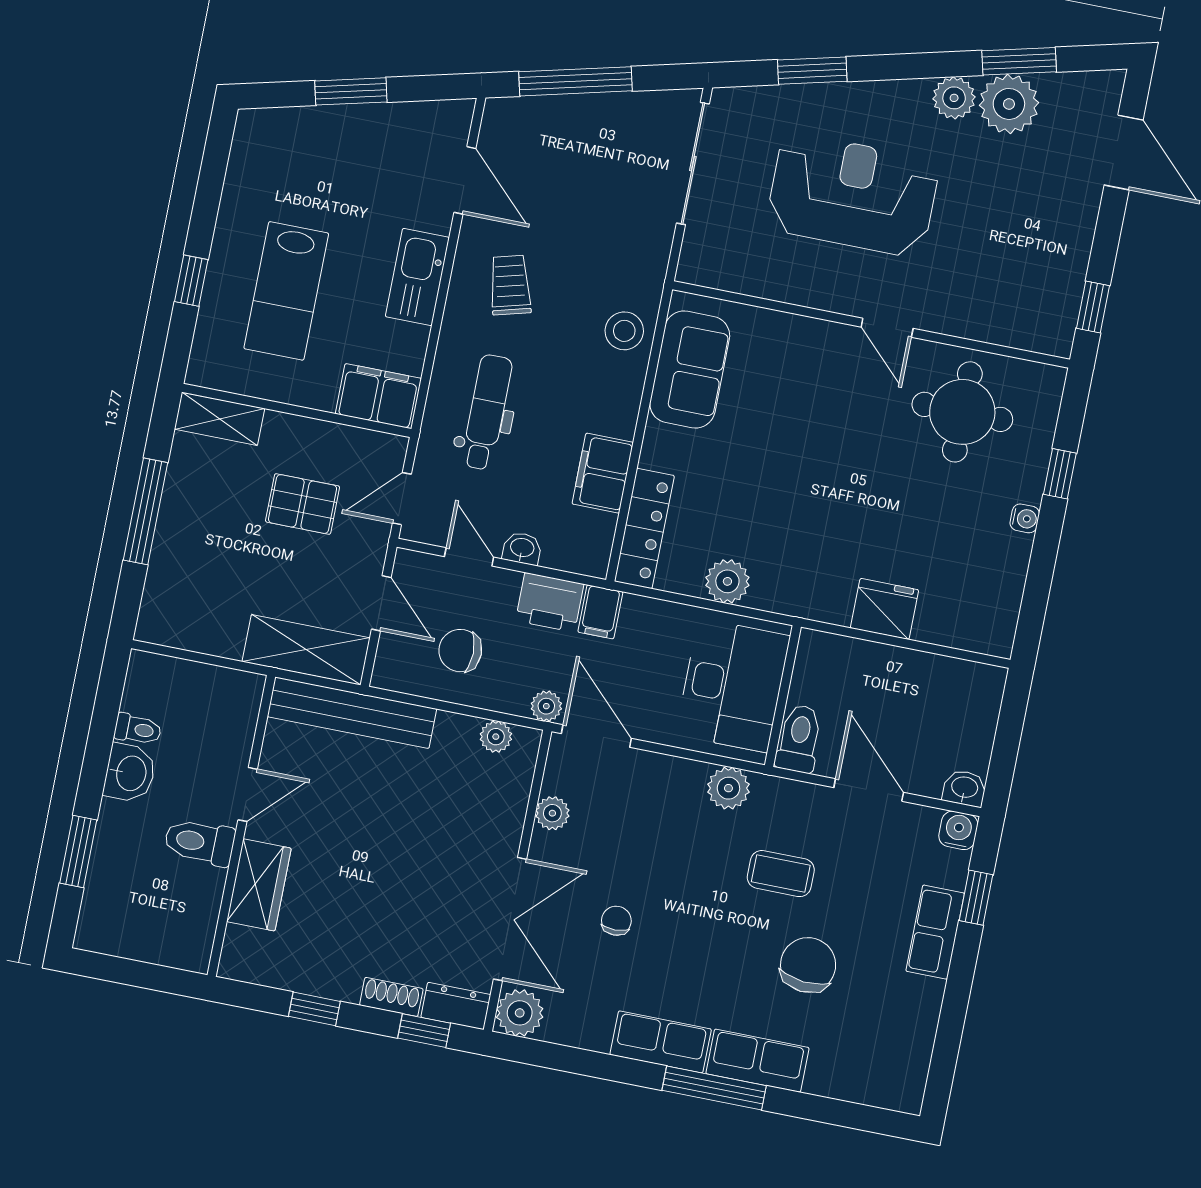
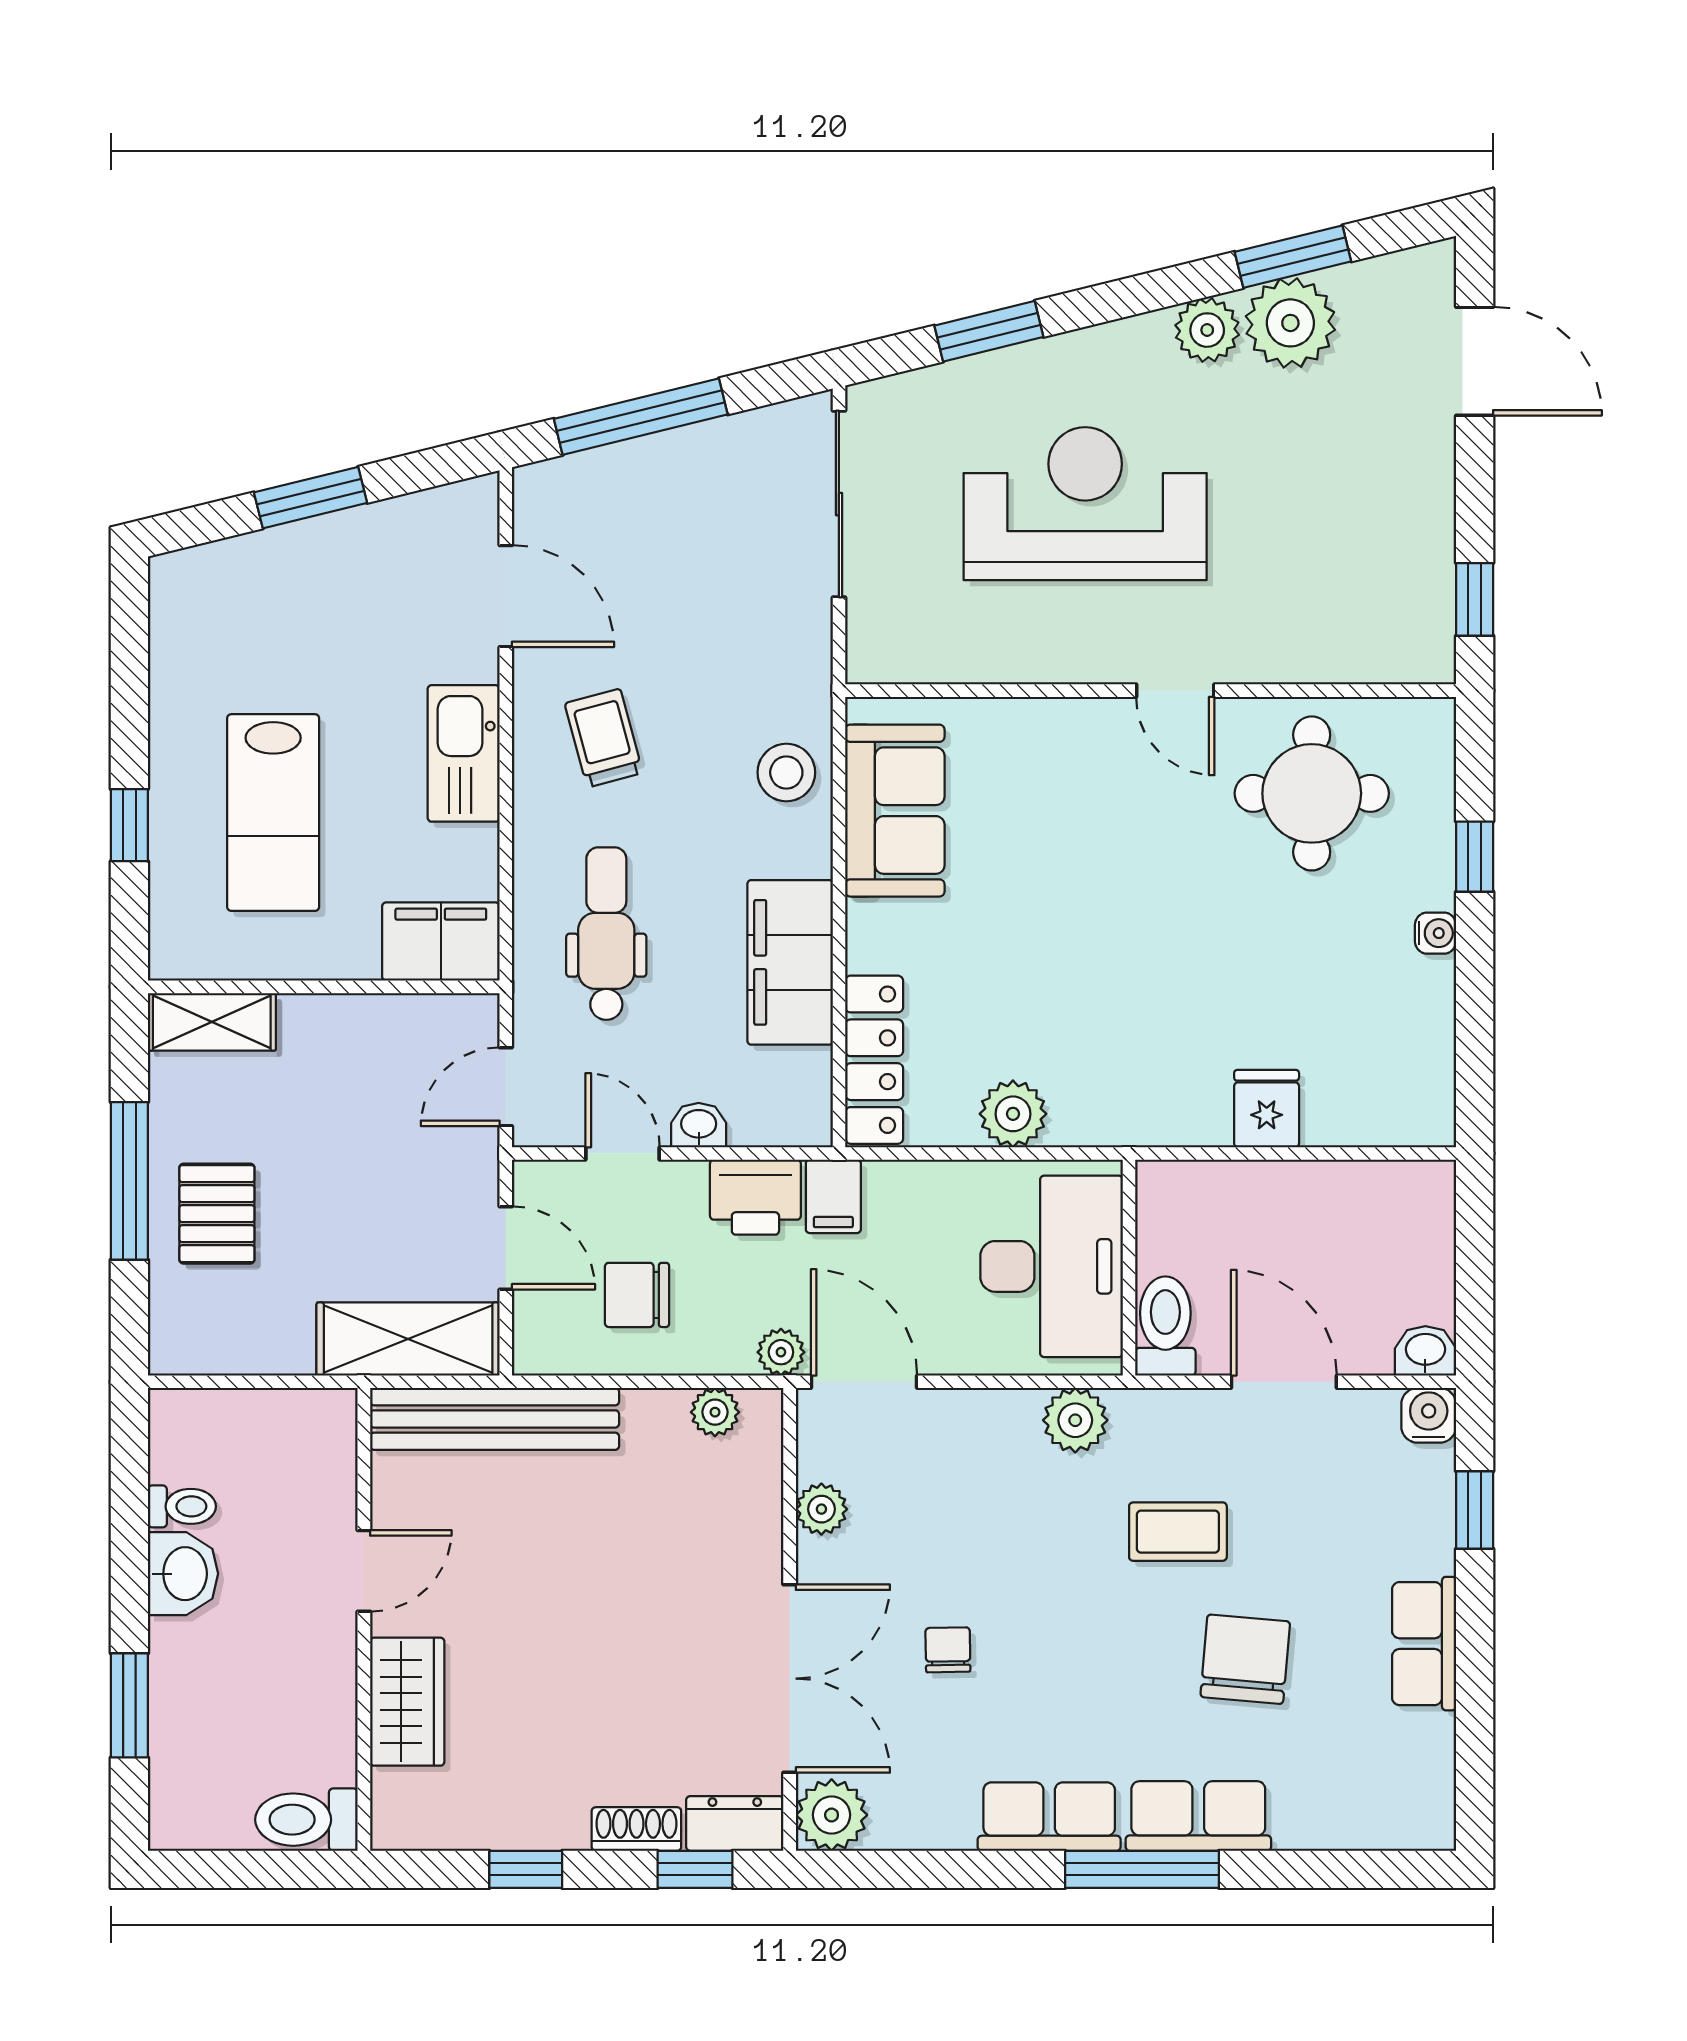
filing cabinet: (603, 473) -> (790, 962), width x1.50, depth x1.17
pallet: (303, 504) -> (217, 1214), moved, turned 90
fridge: (884, 609) -> (1267, 1109), width x0.72
toilet: (200, 842) -> (306, 1820), moved
row of seats: (935, 932) -> (1424, 1644), moved

